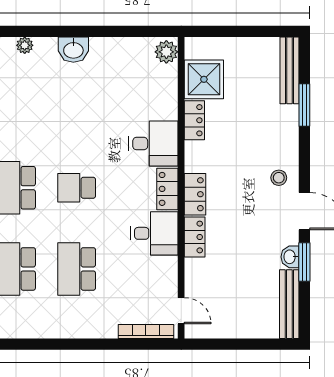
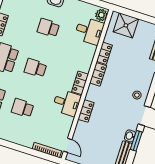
shower: (204, 79) -> (126, 25), moved
school desk: (77, 107) -> (48, 28), added
desk: (153, 144) -> (89, 31), moved
locker: (195, 194) -> (98, 74), moved
school desk: (77, 269) -> (23, 108), width x0.54

